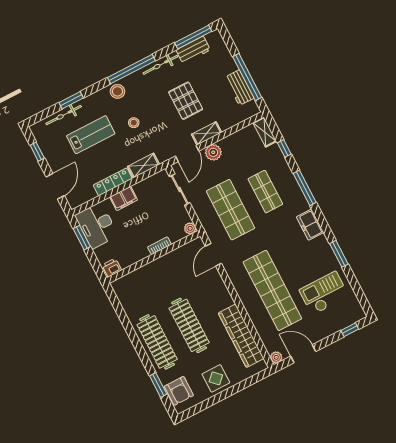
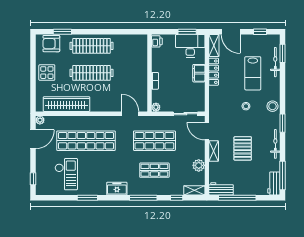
workbench: (193, 50) -> (274, 183), moved
window: (131, 69) -> (283, 123), width x0.47
workbench: (239, 88) -> (221, 189), moved
window: (71, 100) -> (283, 53), moved
pallet: (186, 101) -> (243, 148), turned 90
plant: (213, 152) -> (199, 165), moved
shelving: (143, 166) -> (214, 45), moved

